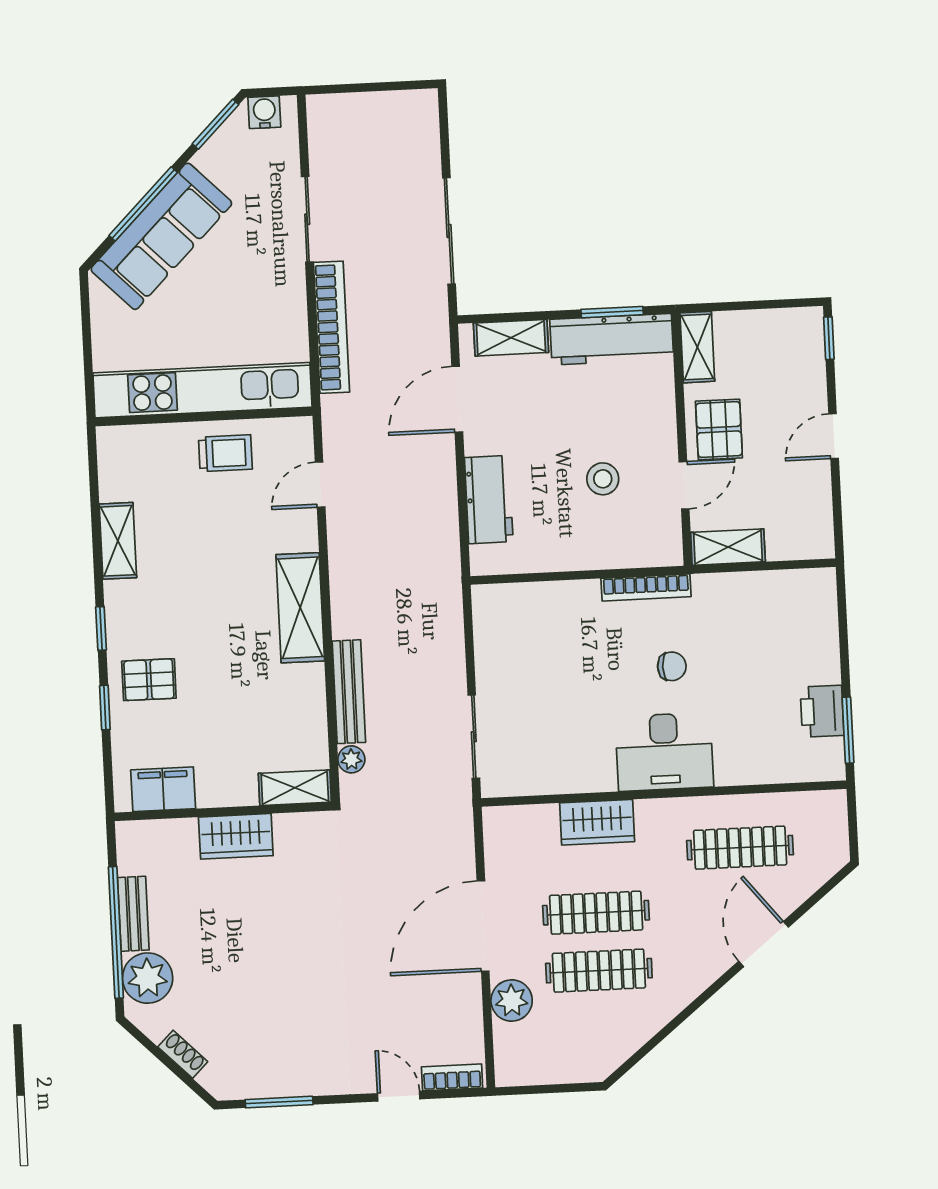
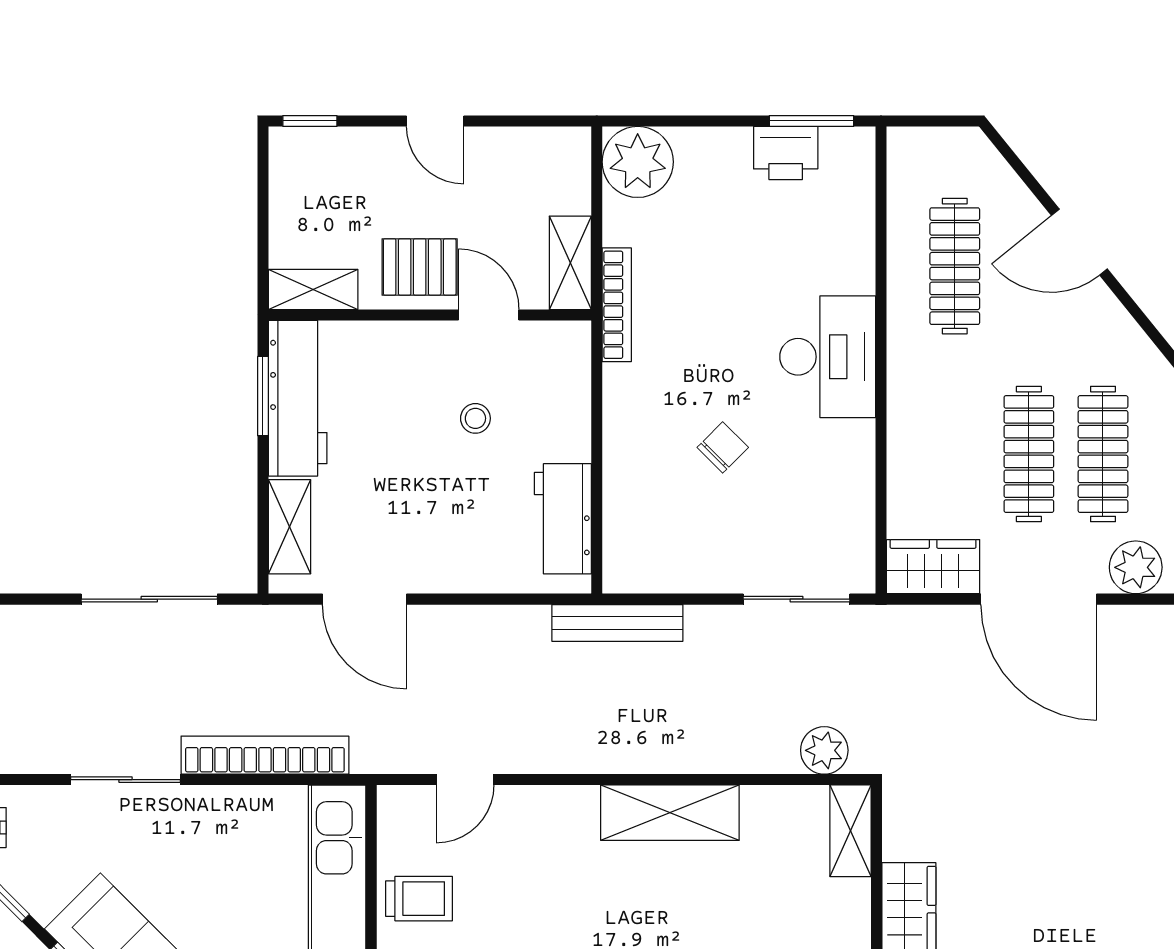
trolley: (225, 453) -> (419, 899), turned 90
stool: (603, 479) -> (475, 418), width x0.73, depth x0.73
door: (320, 485) -> (465, 780), hinge flipped
workbench: (489, 500) -> (563, 519), moved, turned -90
bookcase: (646, 587) -> (617, 305), moved
plant: (809, 596) -> (638, 162), added
shelving: (300, 608) -> (670, 813), moved
chair: (672, 666) -> (723, 447), moved, turned 45
bench: (349, 692) -> (617, 623), moved
plant: (351, 759) -> (824, 750), width x1.38, depth x1.38
wardrobe: (597, 822) -> (933, 567), moved, turned -90

